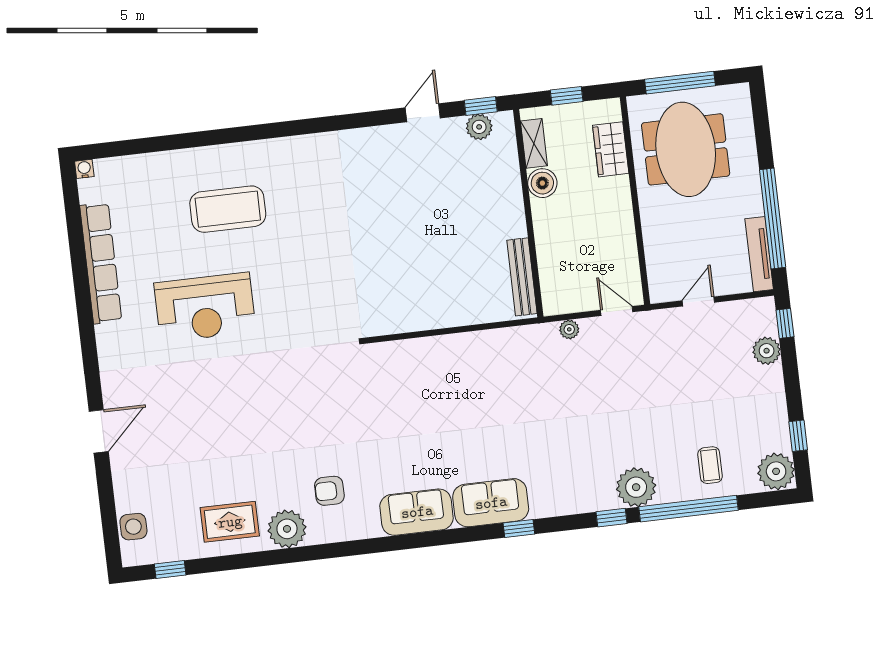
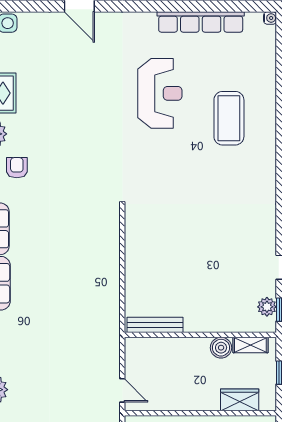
reception desk: (205, 307) -> (160, 93), turned 180
door: (617, 311) -> (122, 390), hinge flipped
plant: (569, 329) -> (113, 355), removed

